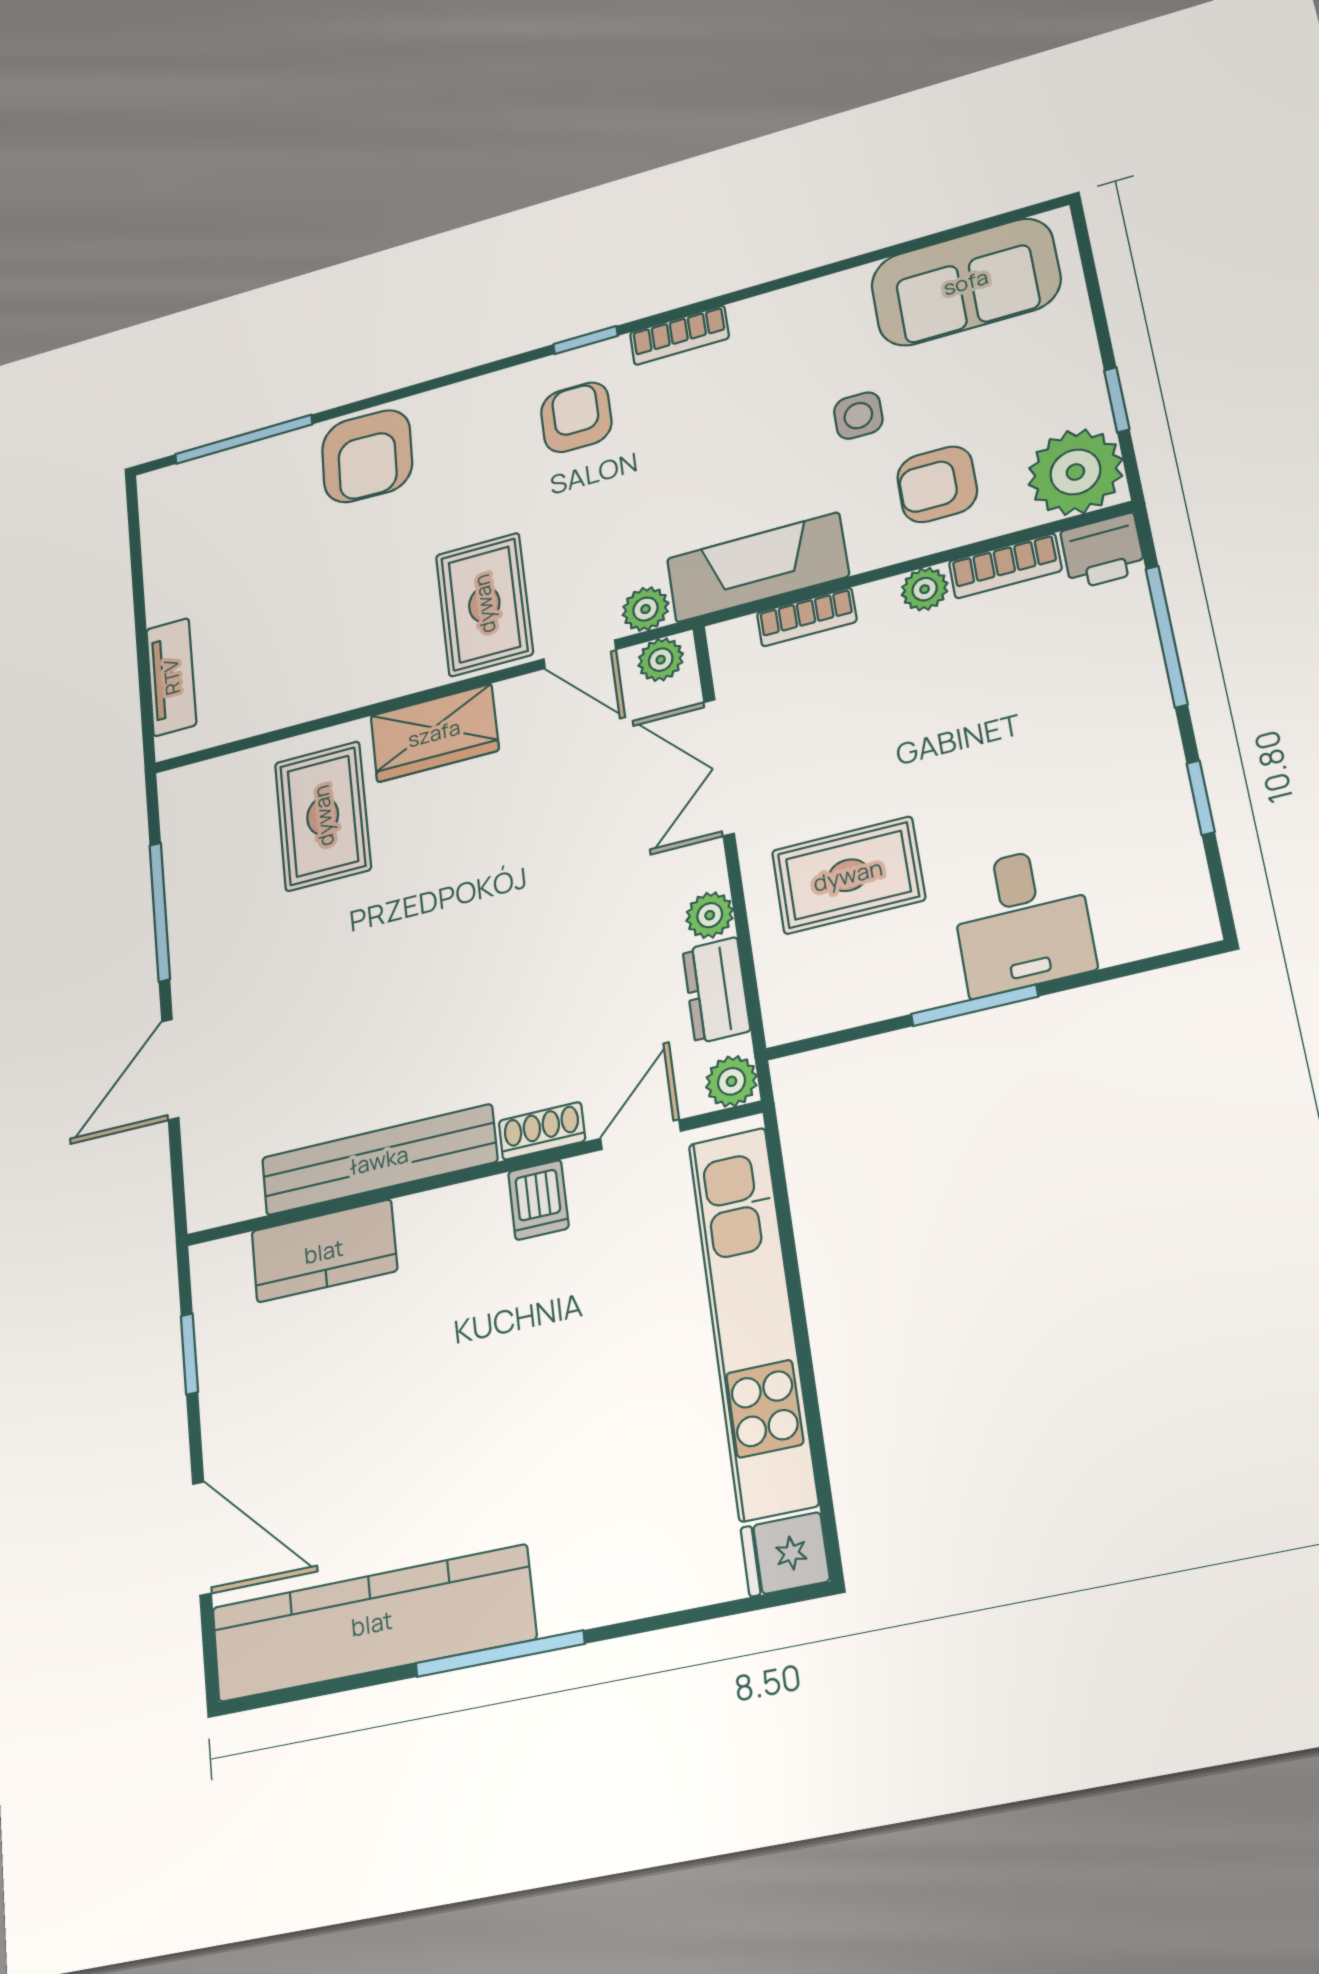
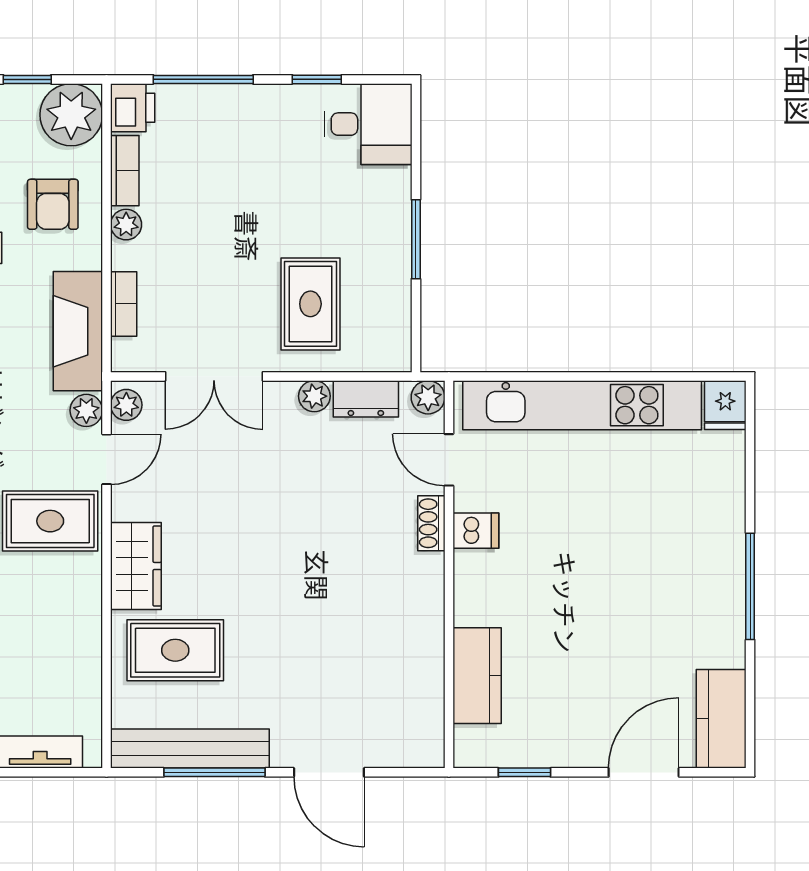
desk: (1022, 920) -> (368, 124), moved
bench: (379, 1160) -> (190, 749), moved, turned 90
kitchen counter: (372, 1623) -> (721, 719), width x0.48, depth x0.86

